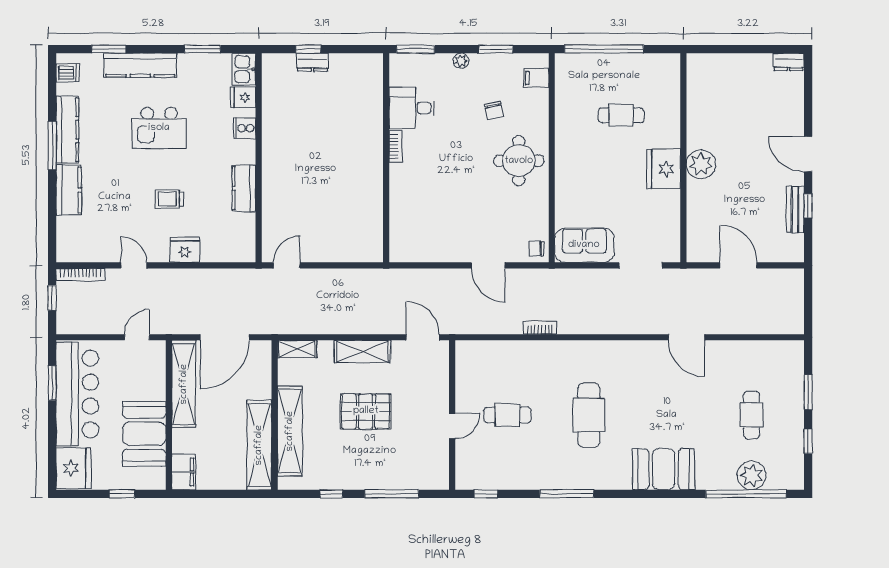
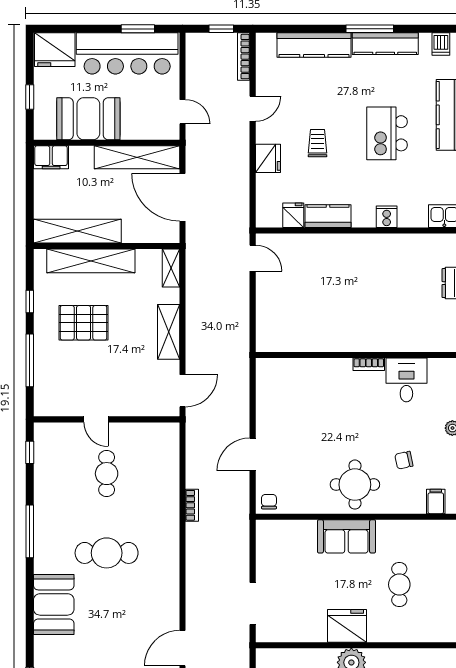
fridge: (243, 97) -> (293, 215), moved
kitchen counter: (69, 190) -> (314, 45), width x1.50
sofa: (584, 245) -> (346, 536), moved, turned 90
pallet: (366, 411) -> (84, 323), moved, turned 90
booth: (664, 469) -> (54, 604), moved

